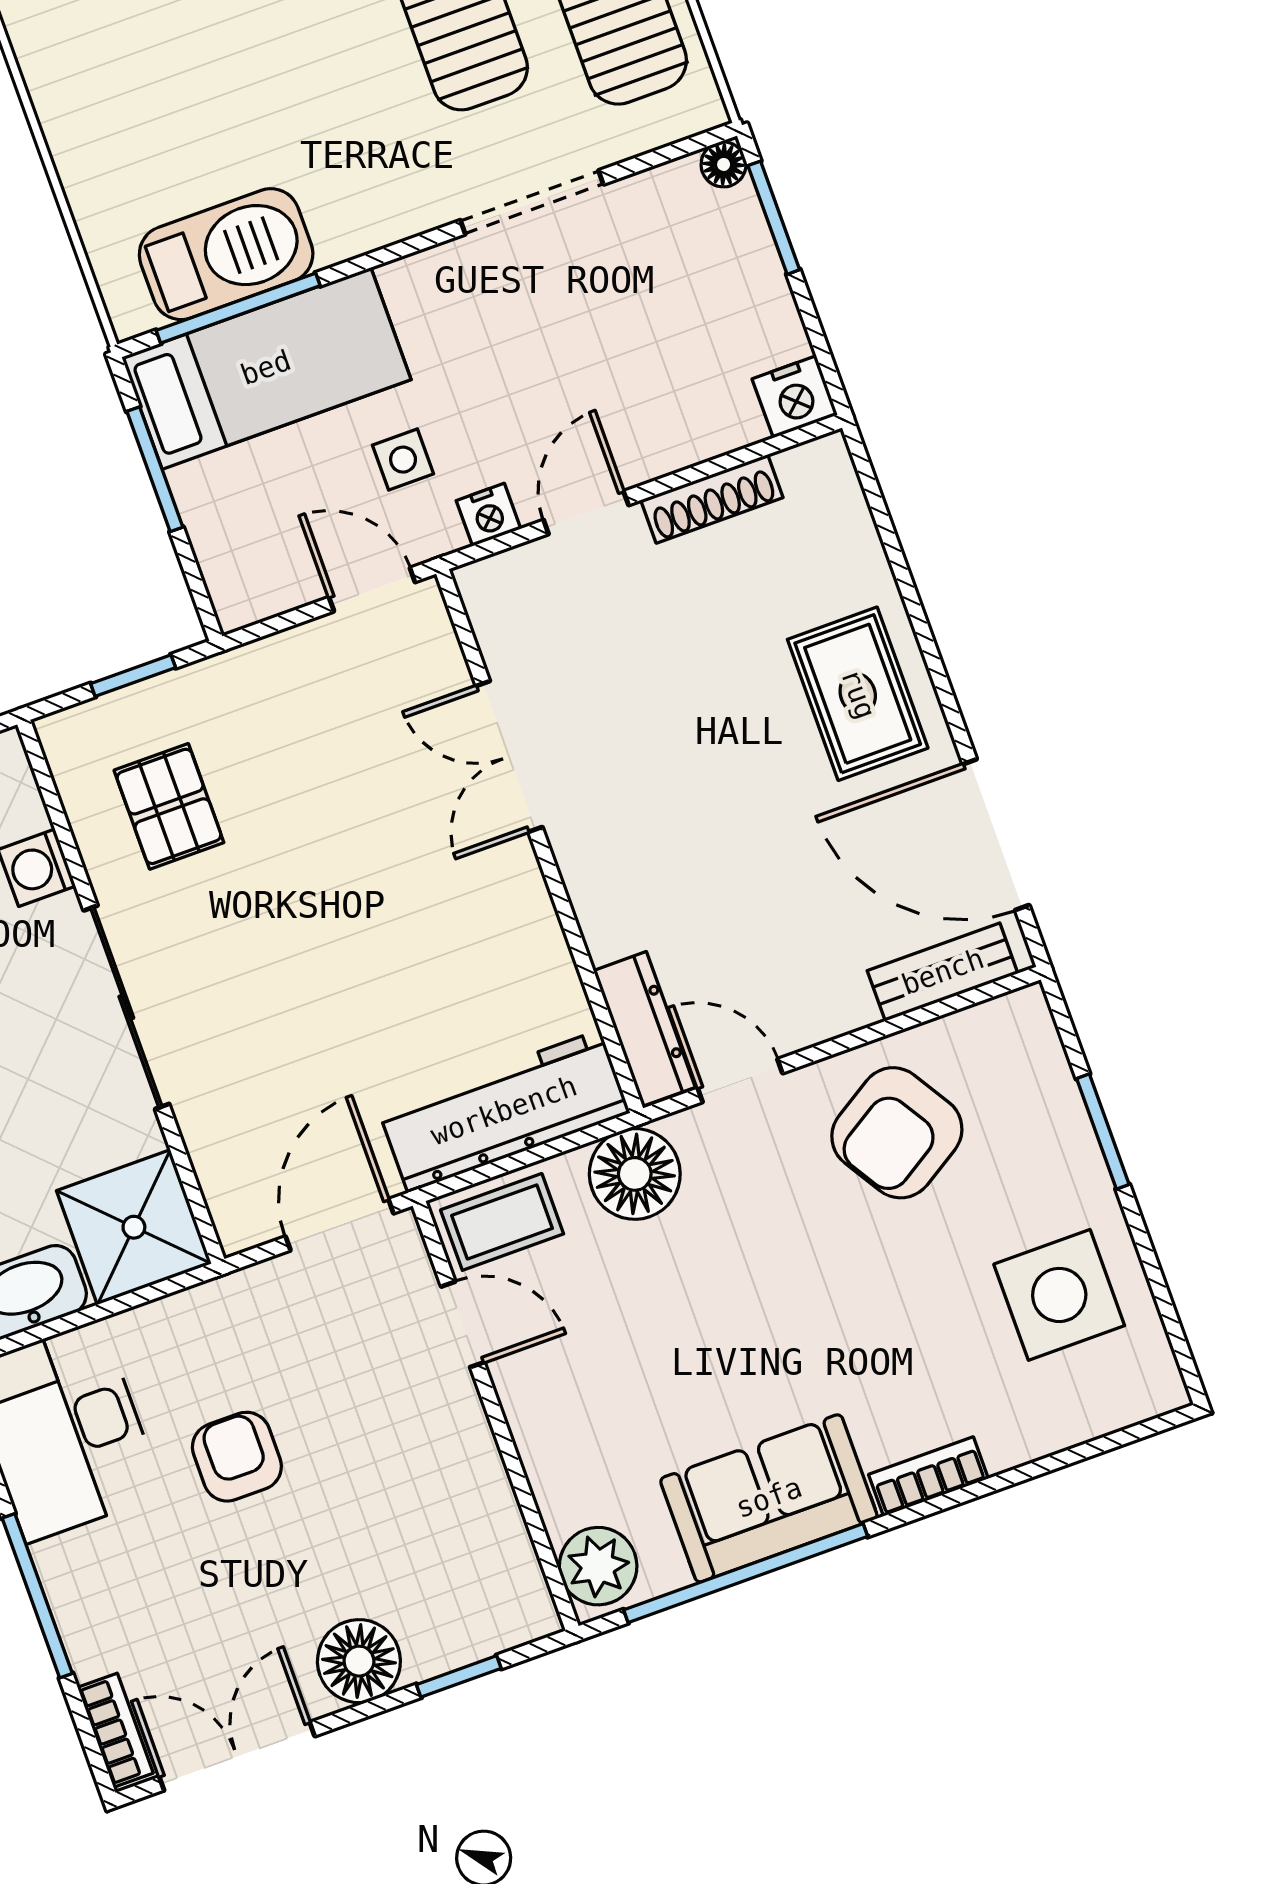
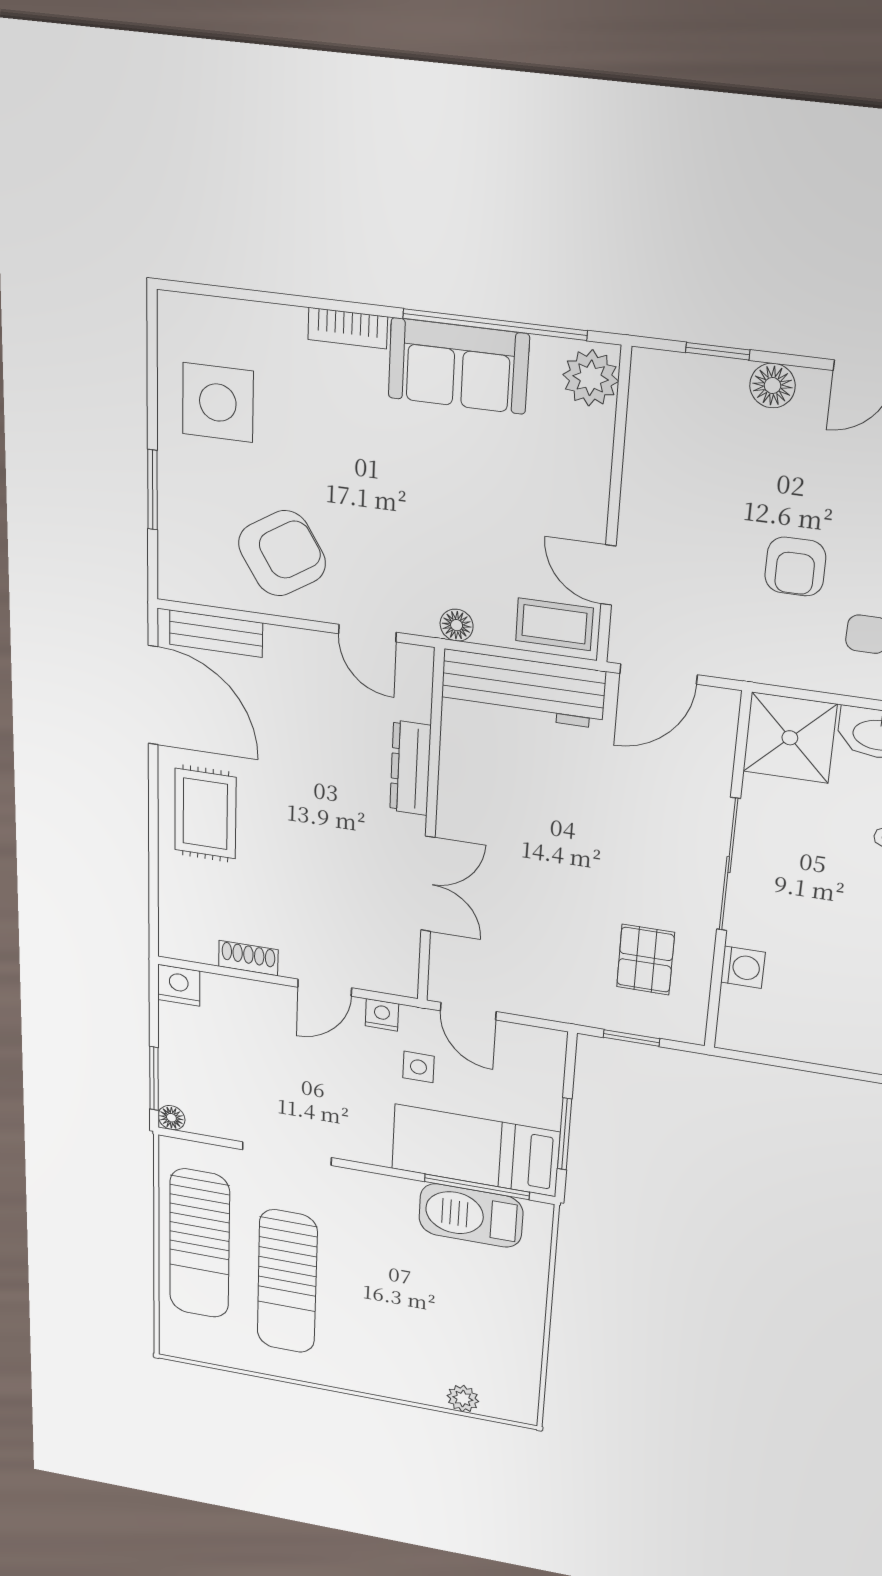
shoe rack: (712, 499) -> (248, 958), width x0.70
dresser: (644, 1029) -> (410, 768), moved
floor lamp: (635, 1174) -> (457, 625), width x0.53, depth x0.53
floor lamp: (359, 1661) -> (772, 386), width x0.73, depth x0.73

